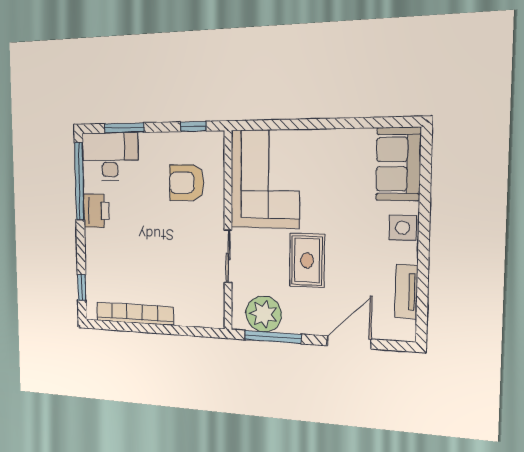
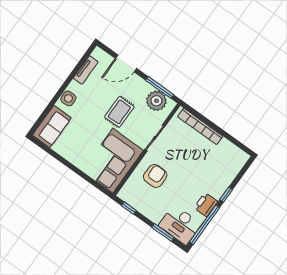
armchair: (187, 183) -> (155, 176), moved, turned -90
window: (82, 288) -> (226, 195), moved
bookcase: (135, 314) -> (200, 126), moved

